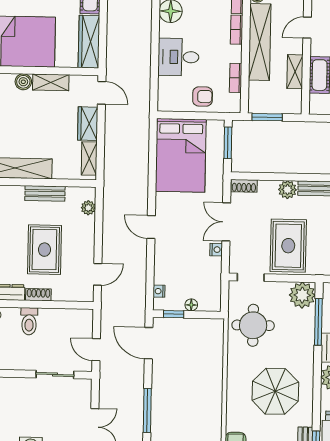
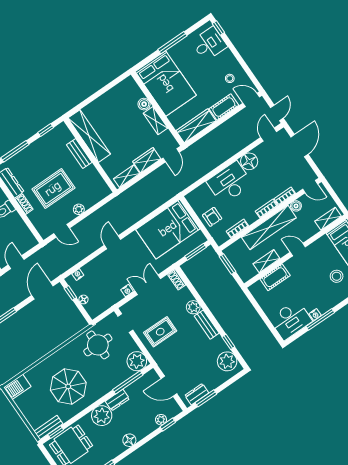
desk: (178, 57) -> (229, 183), width x1.37
bench: (45, 193) -> (79, 153), moved
plant: (88, 208) -> (79, 209), moved
rug: (288, 246) -> (160, 332), width x0.73, depth x0.70

